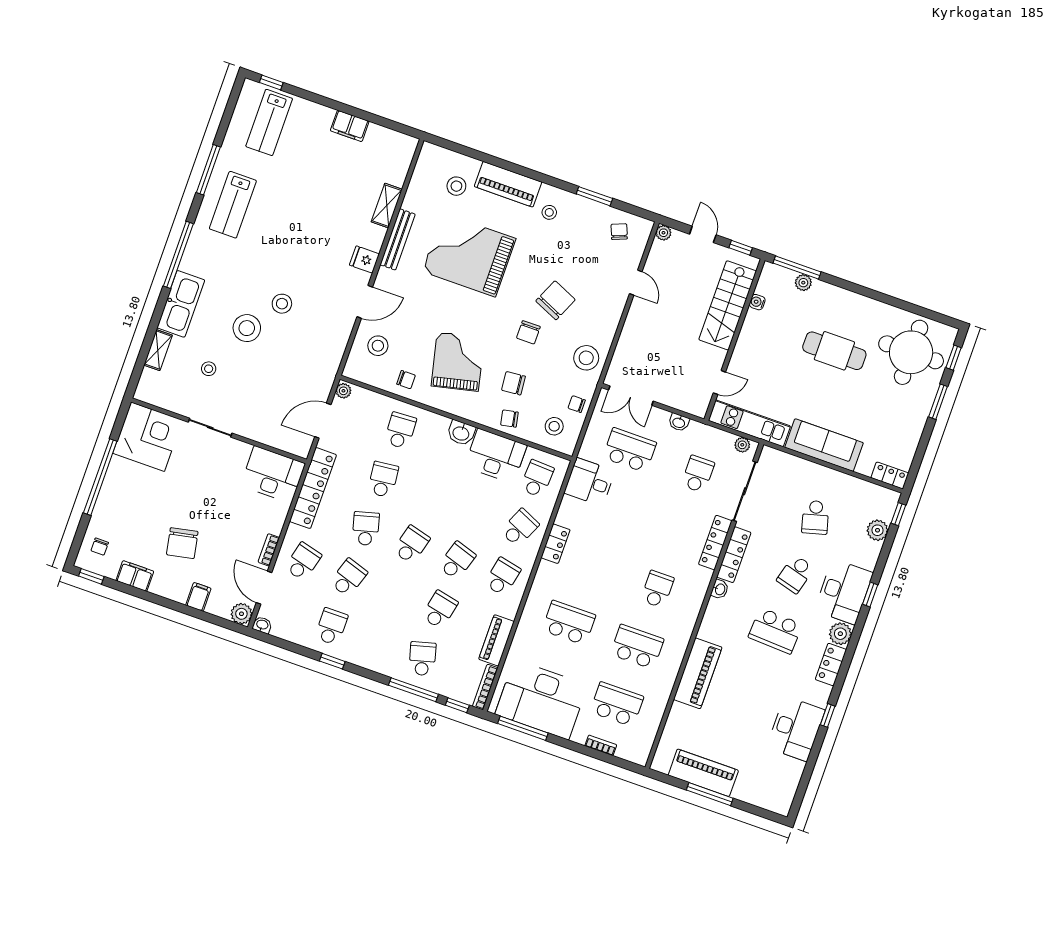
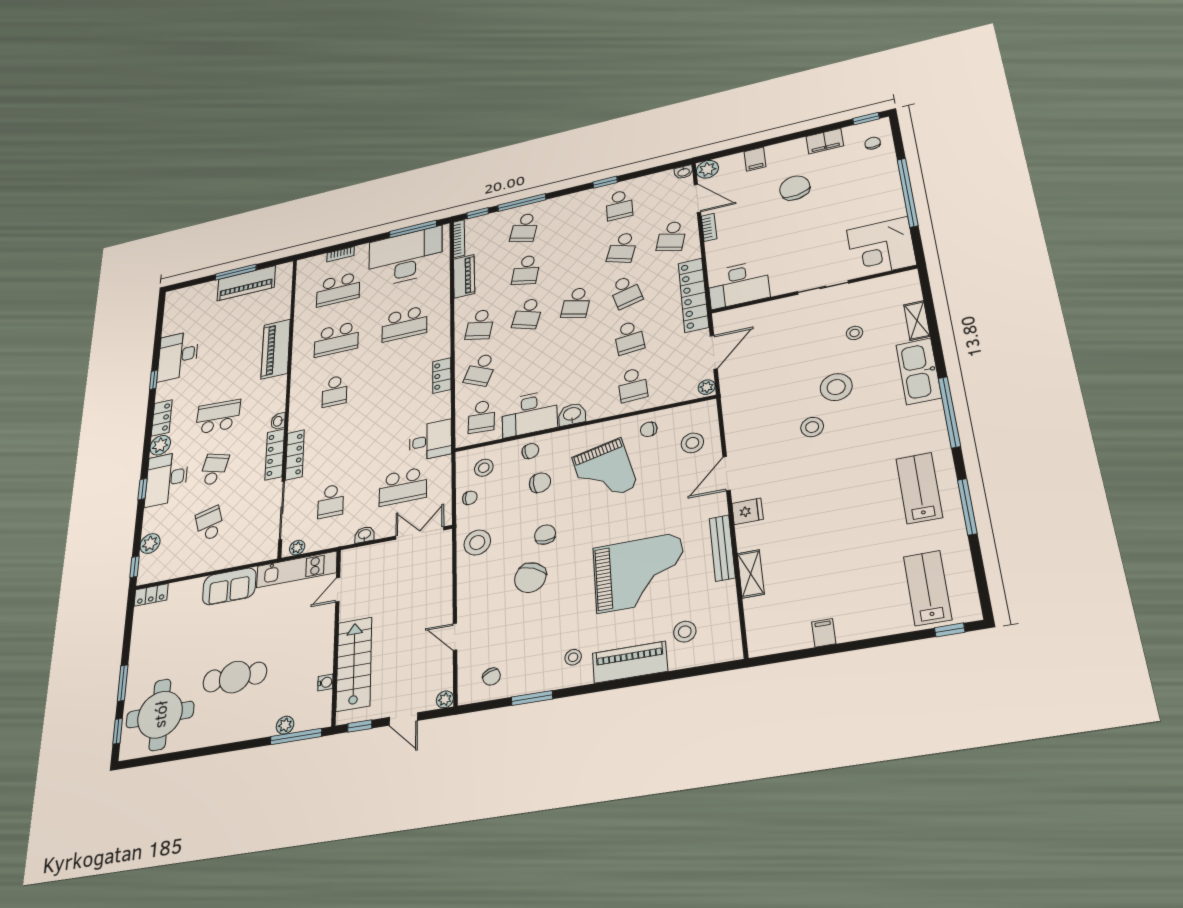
filing cabinet: (350, 126) -> (824, 633), width x0.50
sofa: (824, 445) -> (229, 586), width x0.73
school desk: (422, 659) -> (525, 228), turned 30

